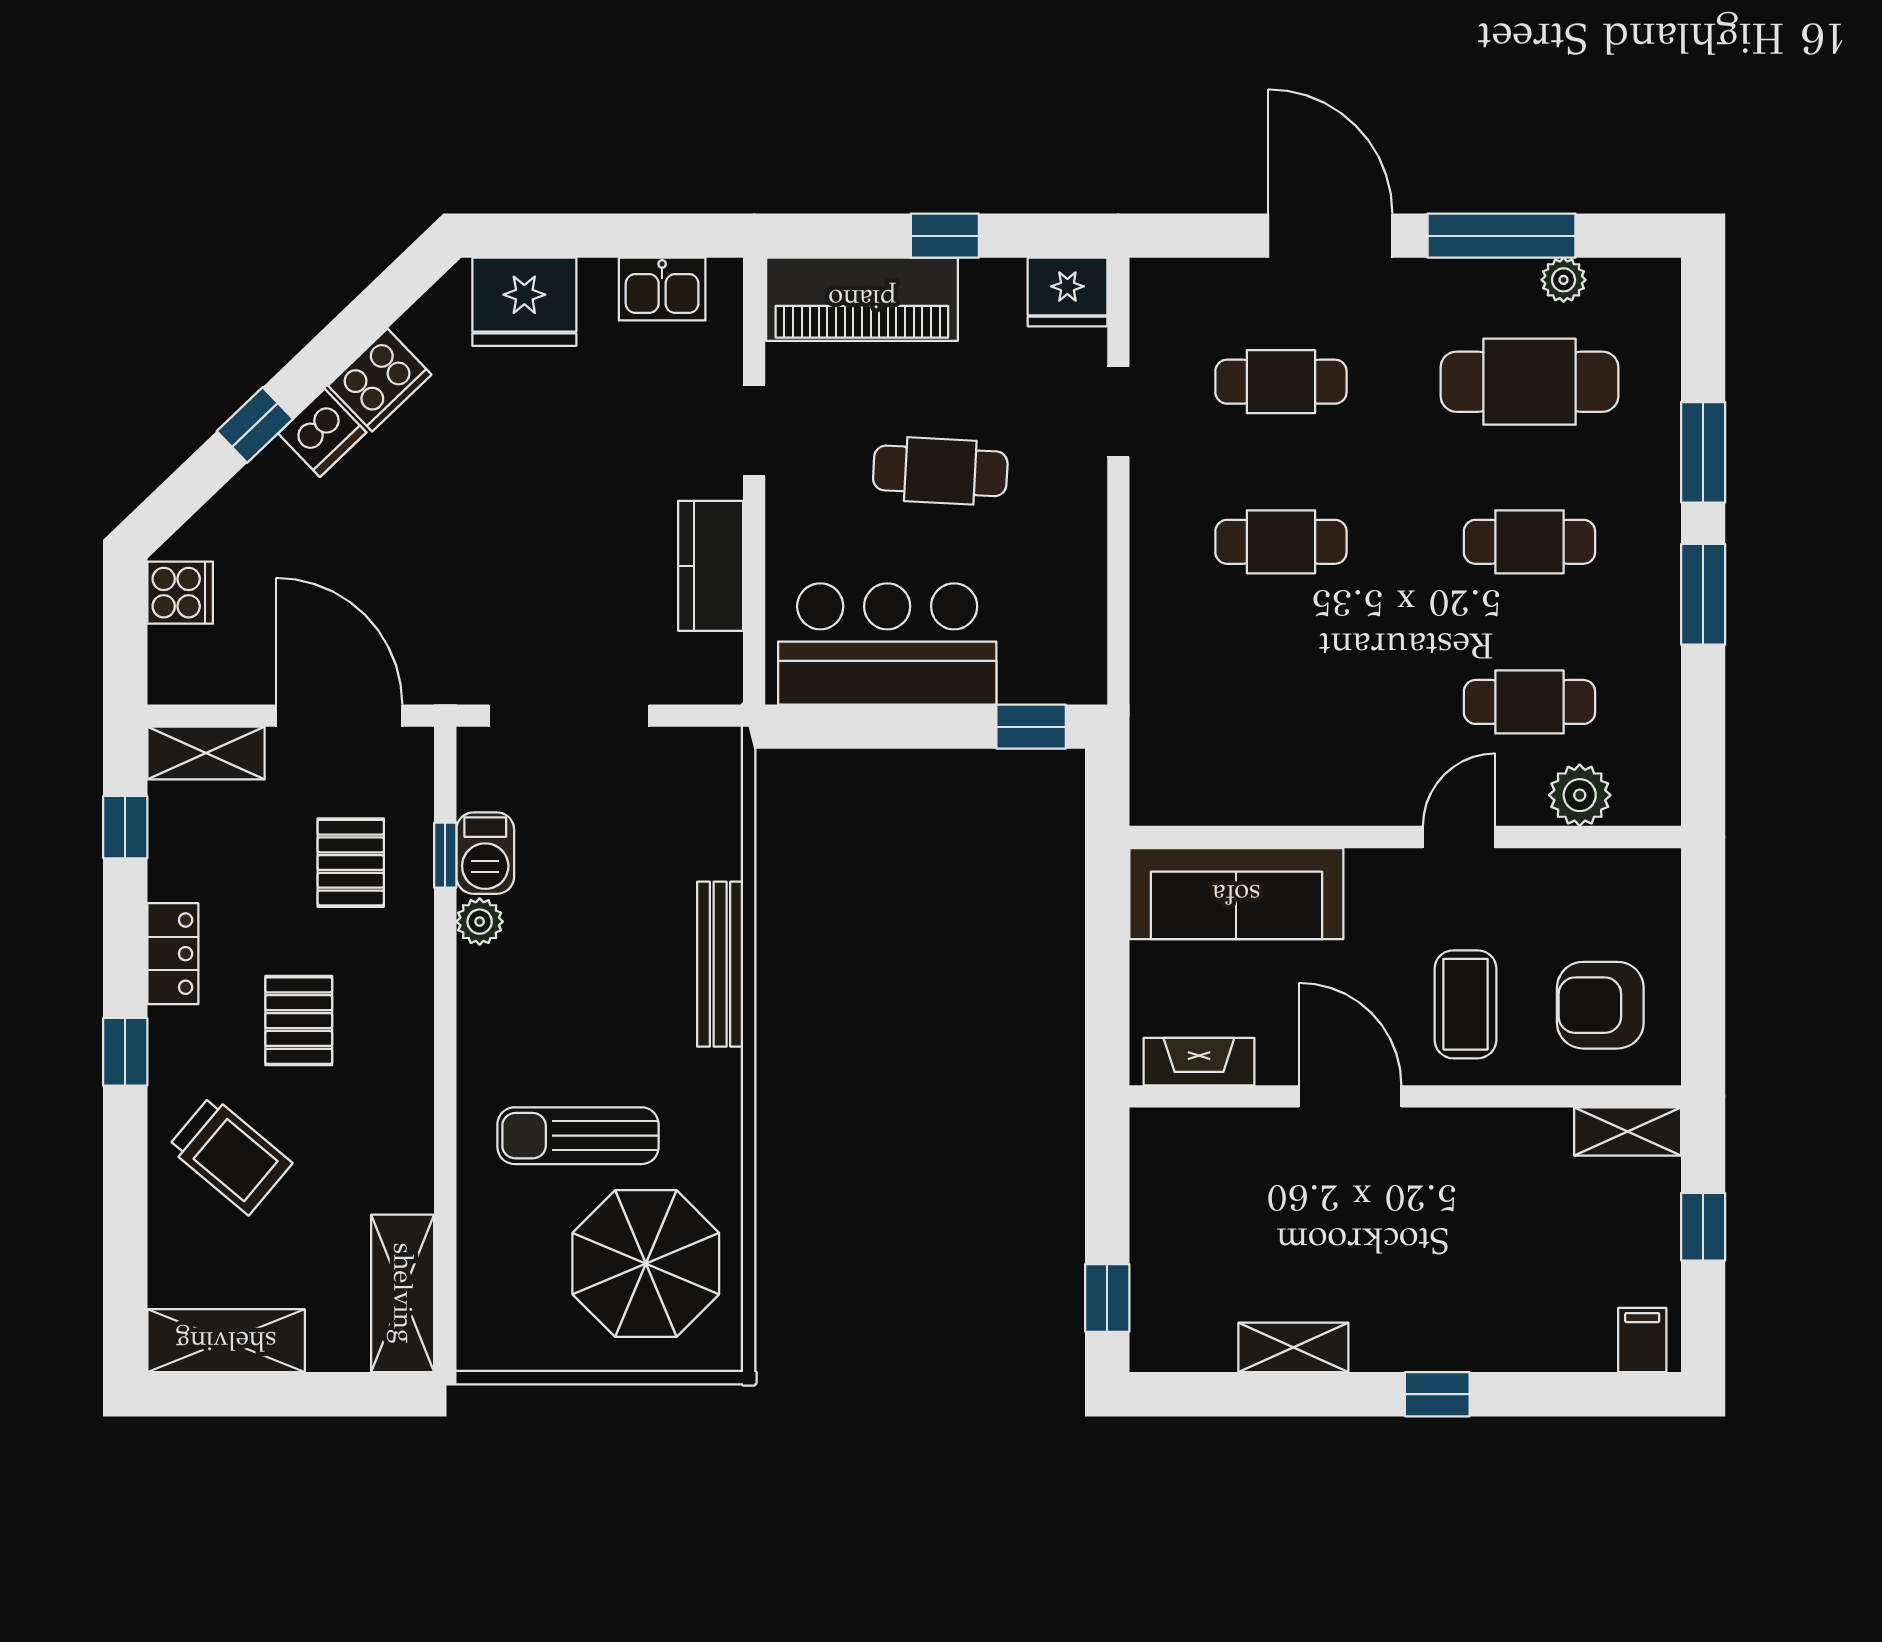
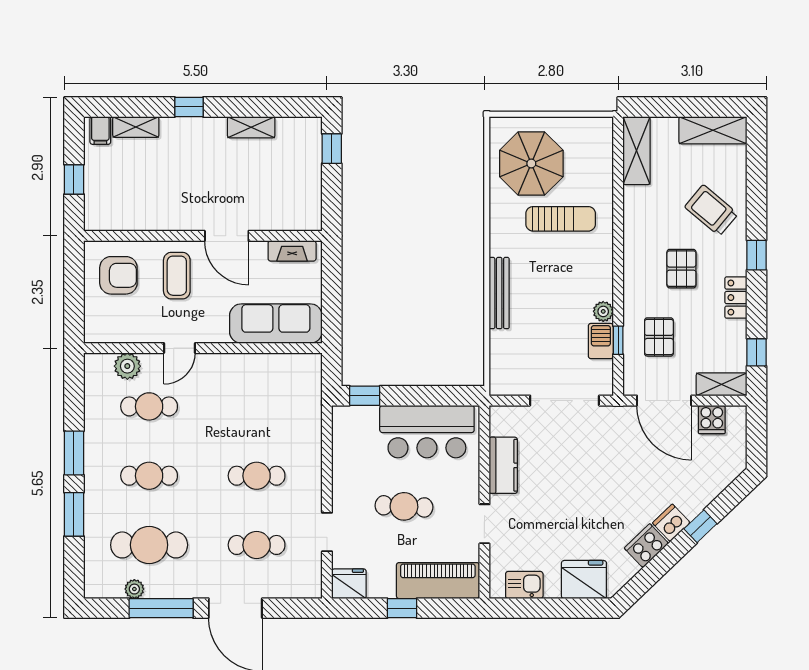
cooker: (180, 593) -> (712, 419), moved, turned -90
shelving: (1628, 1131) -> (136, 127), moved

